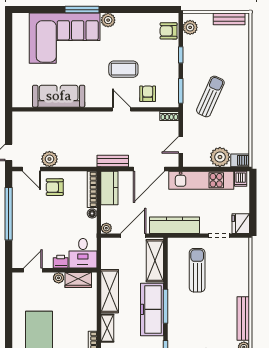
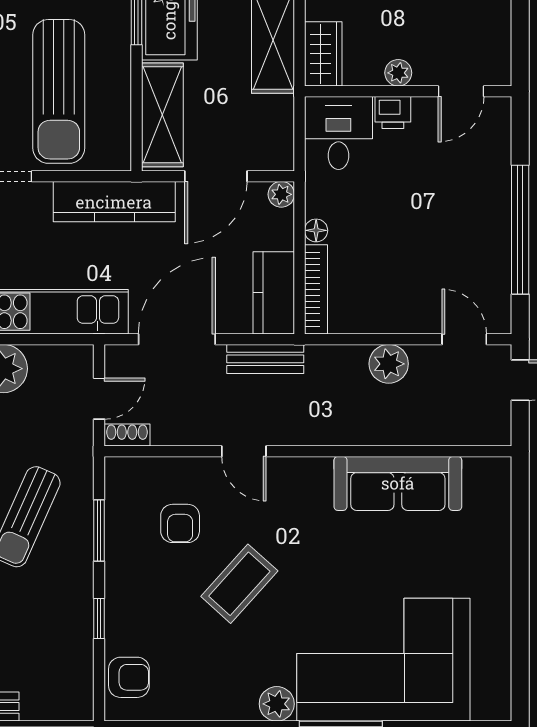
plant: (190, 27) -> (76, 686), removed
coffee table: (123, 69) -> (239, 584), turned -48
sofa: (59, 96) -> (398, 483), moved
wall: (95, 109) -> (308, 451), moved
door: (122, 109) -> (244, 451), moved
shoe rack: (169, 116) -> (127, 435), moved
plant: (49, 159) -> (389, 364), moved
armchair: (55, 187) -> (408, 295), removed
sun lounger: (197, 270) -> (59, 91), width x1.36, depth x1.34
wardrobe: (78, 280) -> (323, 54), moved, turned 90

